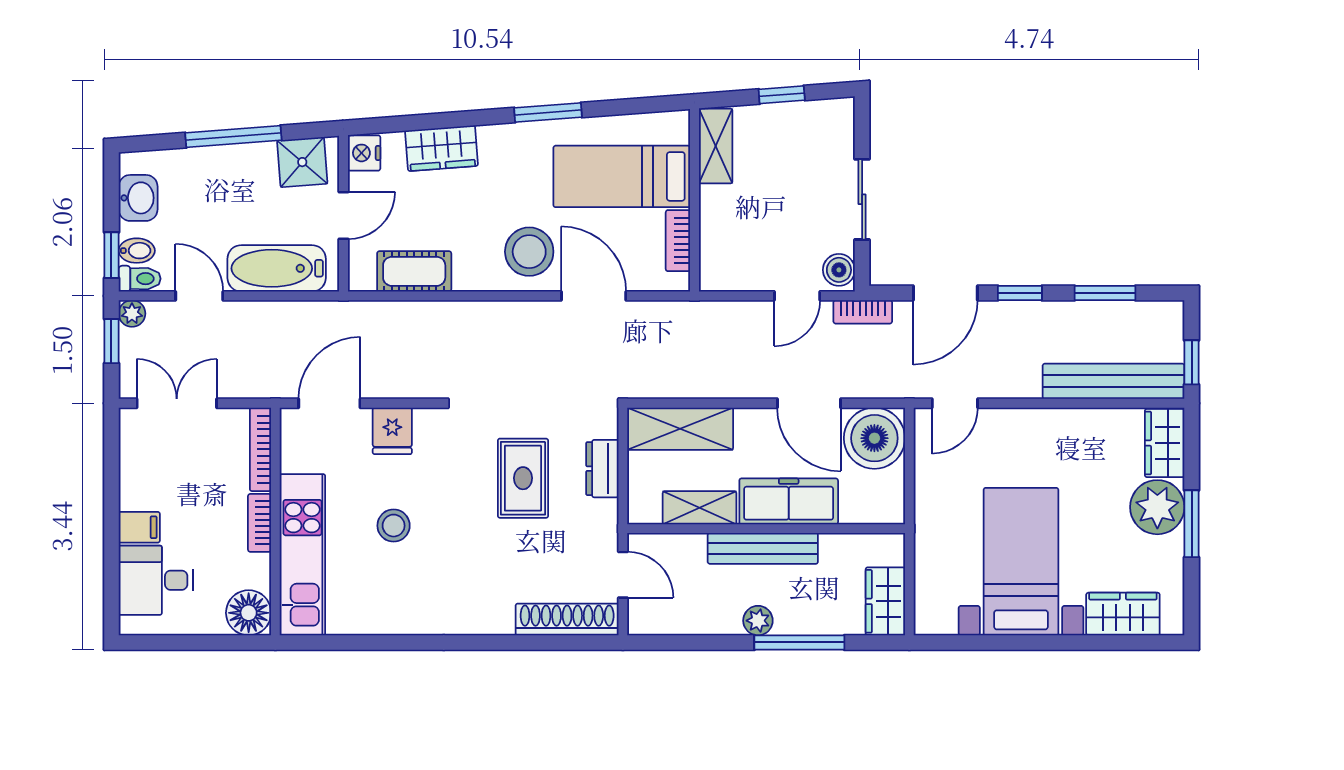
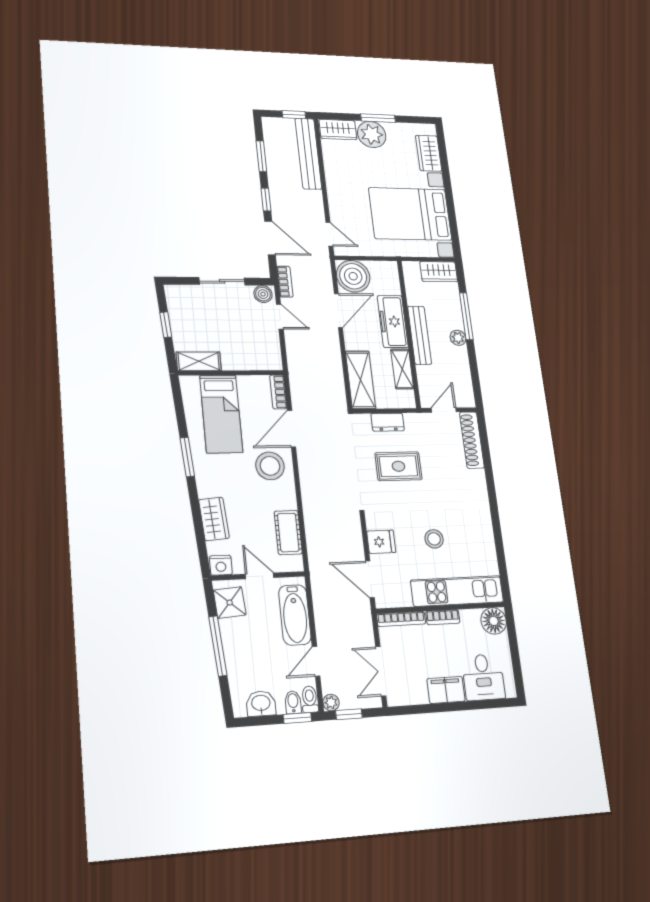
bookcase: (678, 241) -> (278, 392), moved, turned 90
filing cabinet: (139, 527) -> (446, 690), width x2.00
bed with nightstands: (1021, 562) -> (410, 214), width x1.36

